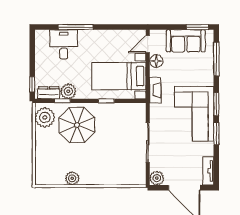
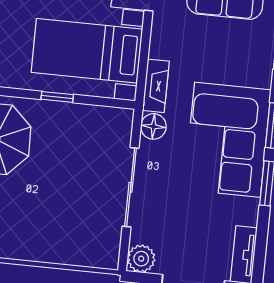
floor lamp: (156, 61) -> (153, 126), moved

